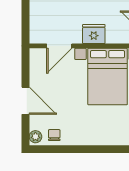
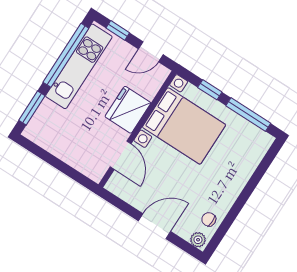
fridge: (94, 34) -> (128, 110), width x1.36, depth x1.34

